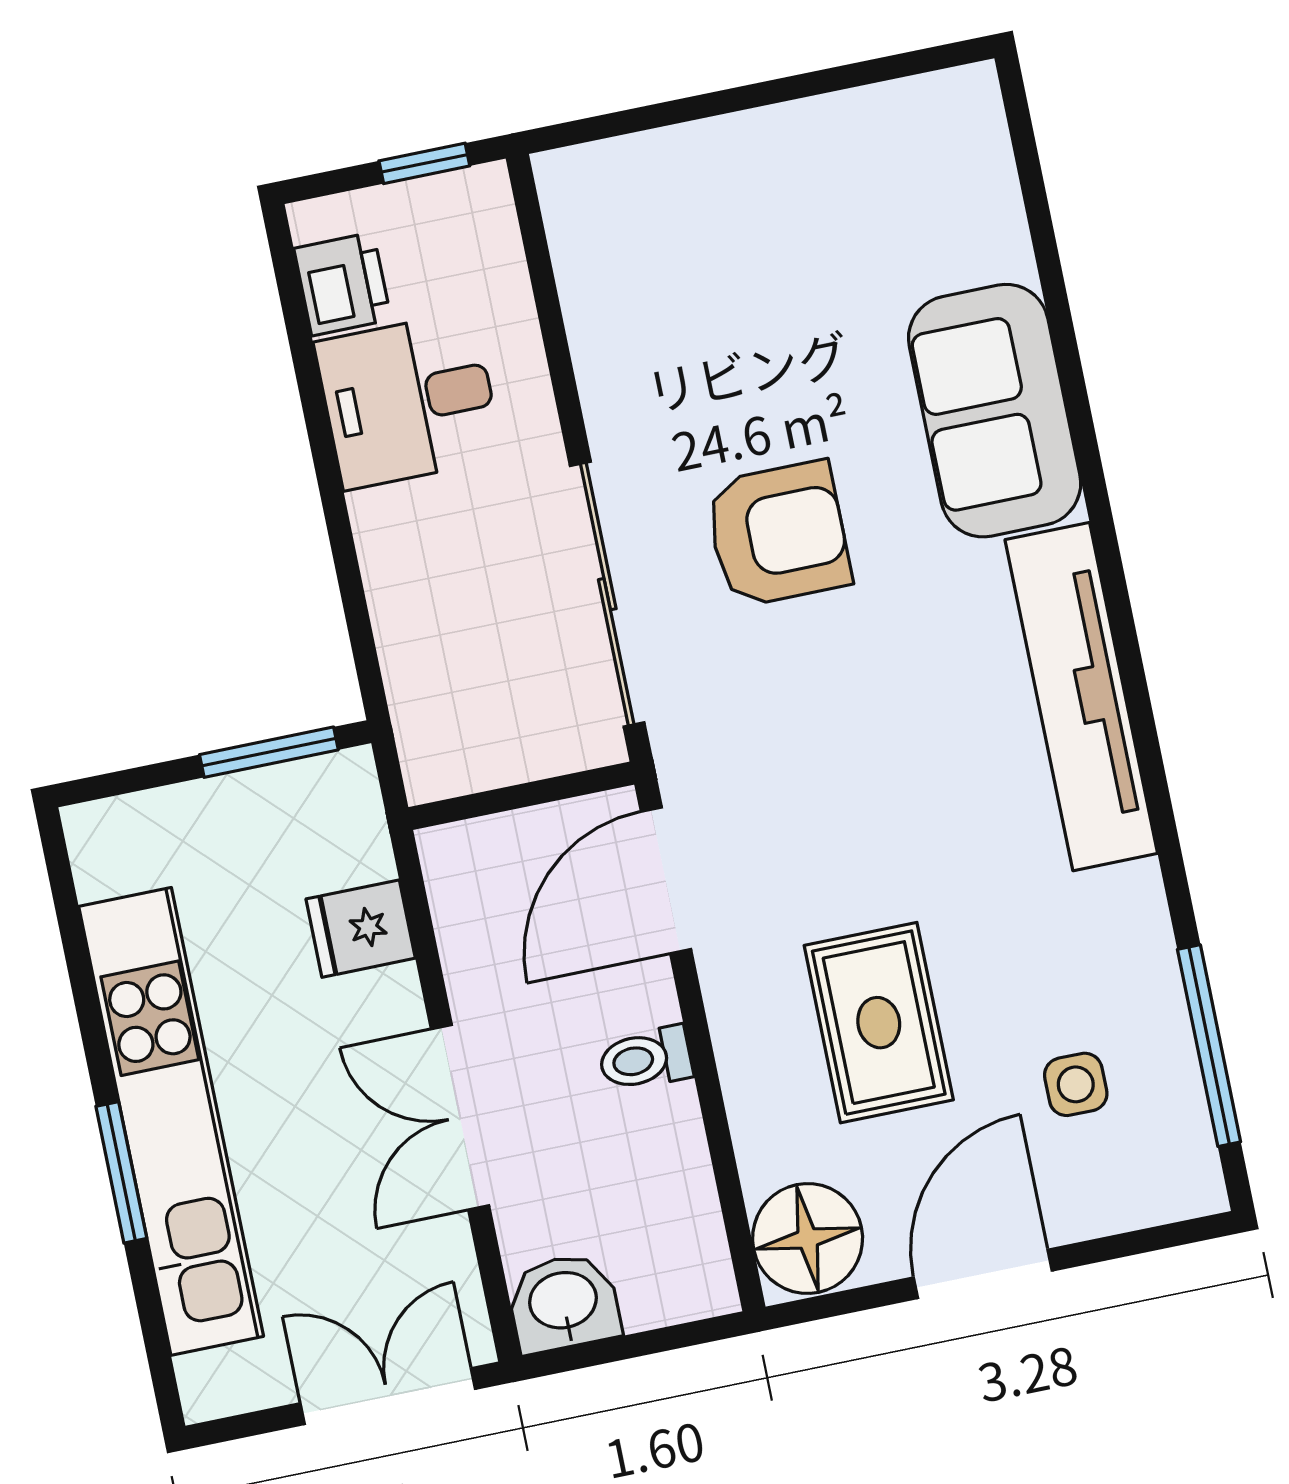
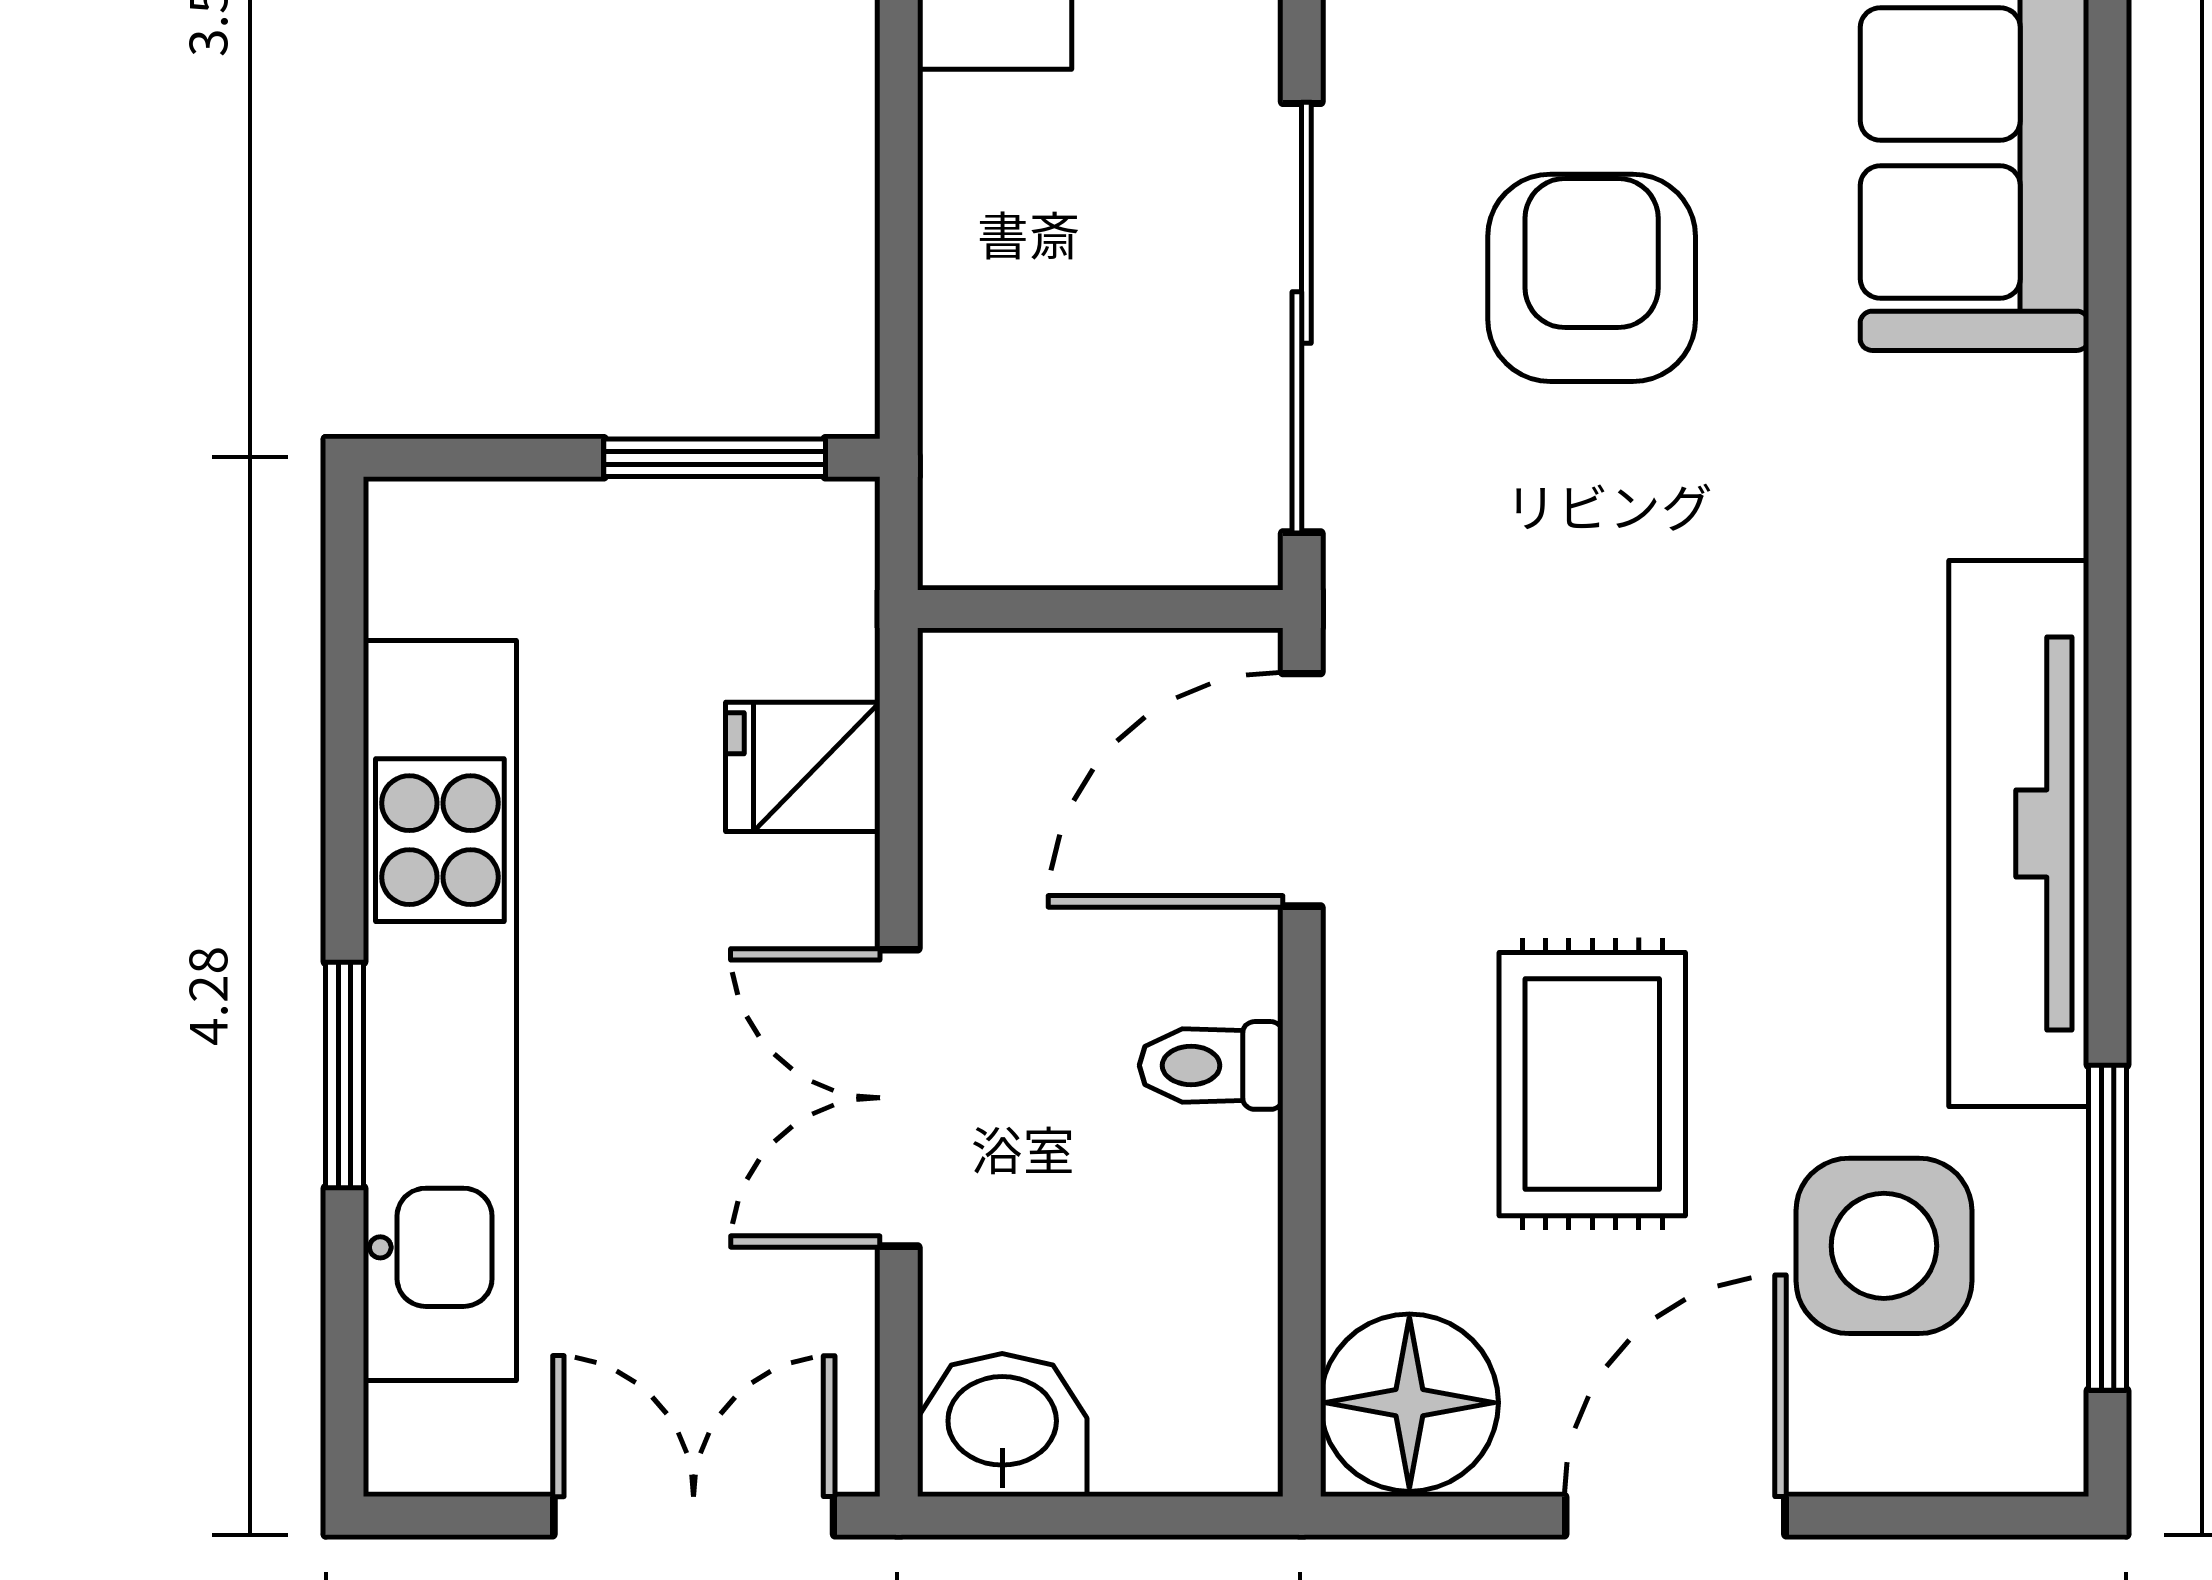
armchair: (778, 534) -> (1592, 278), turned -90
tv unit: (1081, 697) -> (2019, 833), moved
side table: (1076, 1084) -> (1884, 1246), width x1.87, depth x1.87

